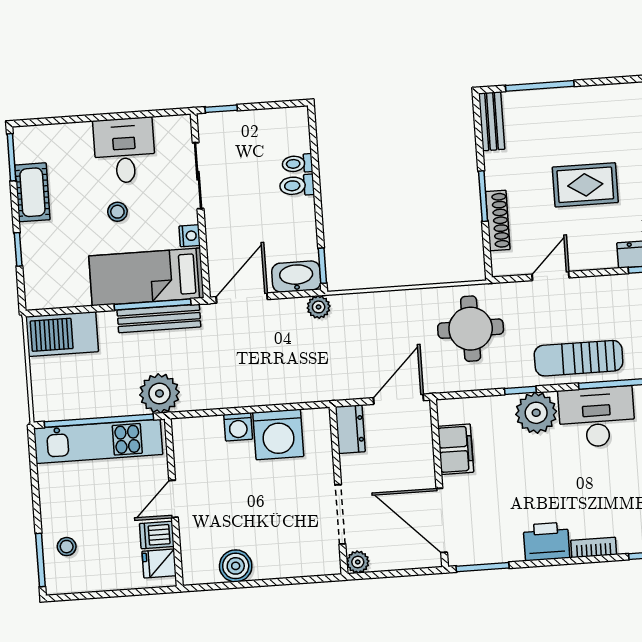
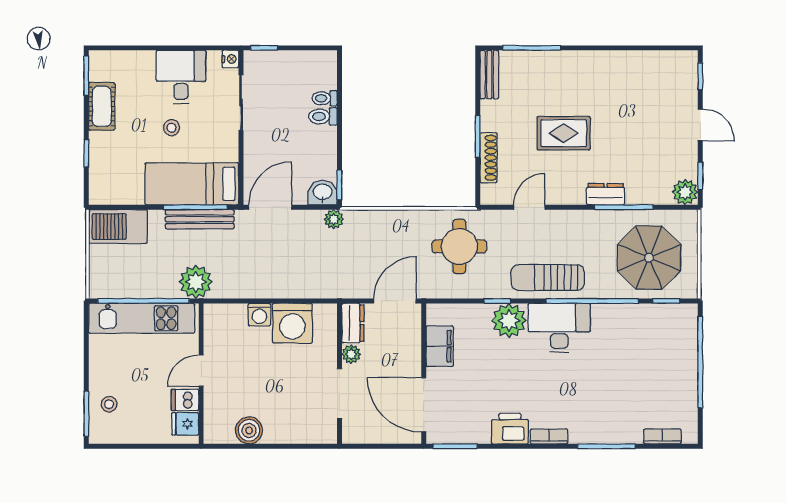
nightstand: (190, 236) -> (230, 59), moved
washbasin: (296, 277) -> (322, 193), width x0.72
plant: (358, 562) -> (351, 354), moved

